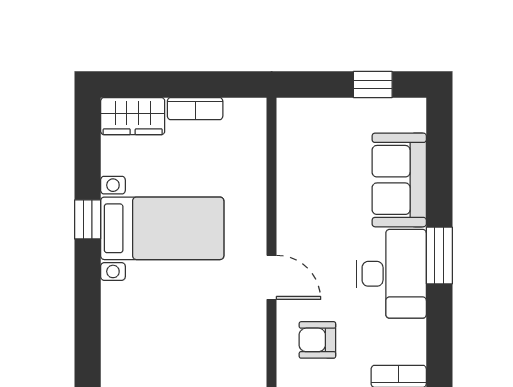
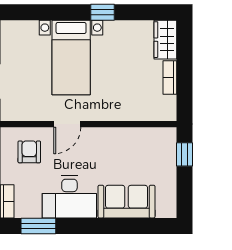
window: (373, 85) -> (185, 154), moved
bed with nightstands: (162, 228) -> (71, 58), moved
window: (439, 256) -> (38, 226), moved

